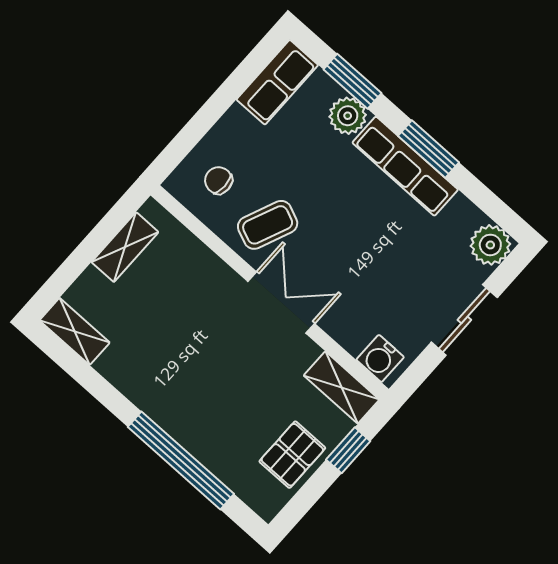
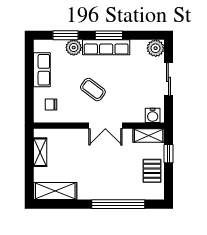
row of seats: (277, 82) -> (42, 70), moved
coffee table: (268, 225) -> (93, 90), moved, turned -76
double door: (281, 302) -> (105, 126), swing flipped
shelving: (75, 331) -> (55, 191), width x1.50, depth x1.33

